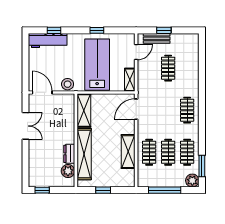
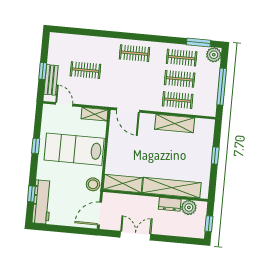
shelving: (84, 111) -> (123, 183), moved
wall: (76, 140) -> (155, 195), moved
dresser: (69, 154) -> (170, 204), moved
shelving: (84, 154) -> (172, 188), moved
plant: (68, 171) -> (189, 207), moved

